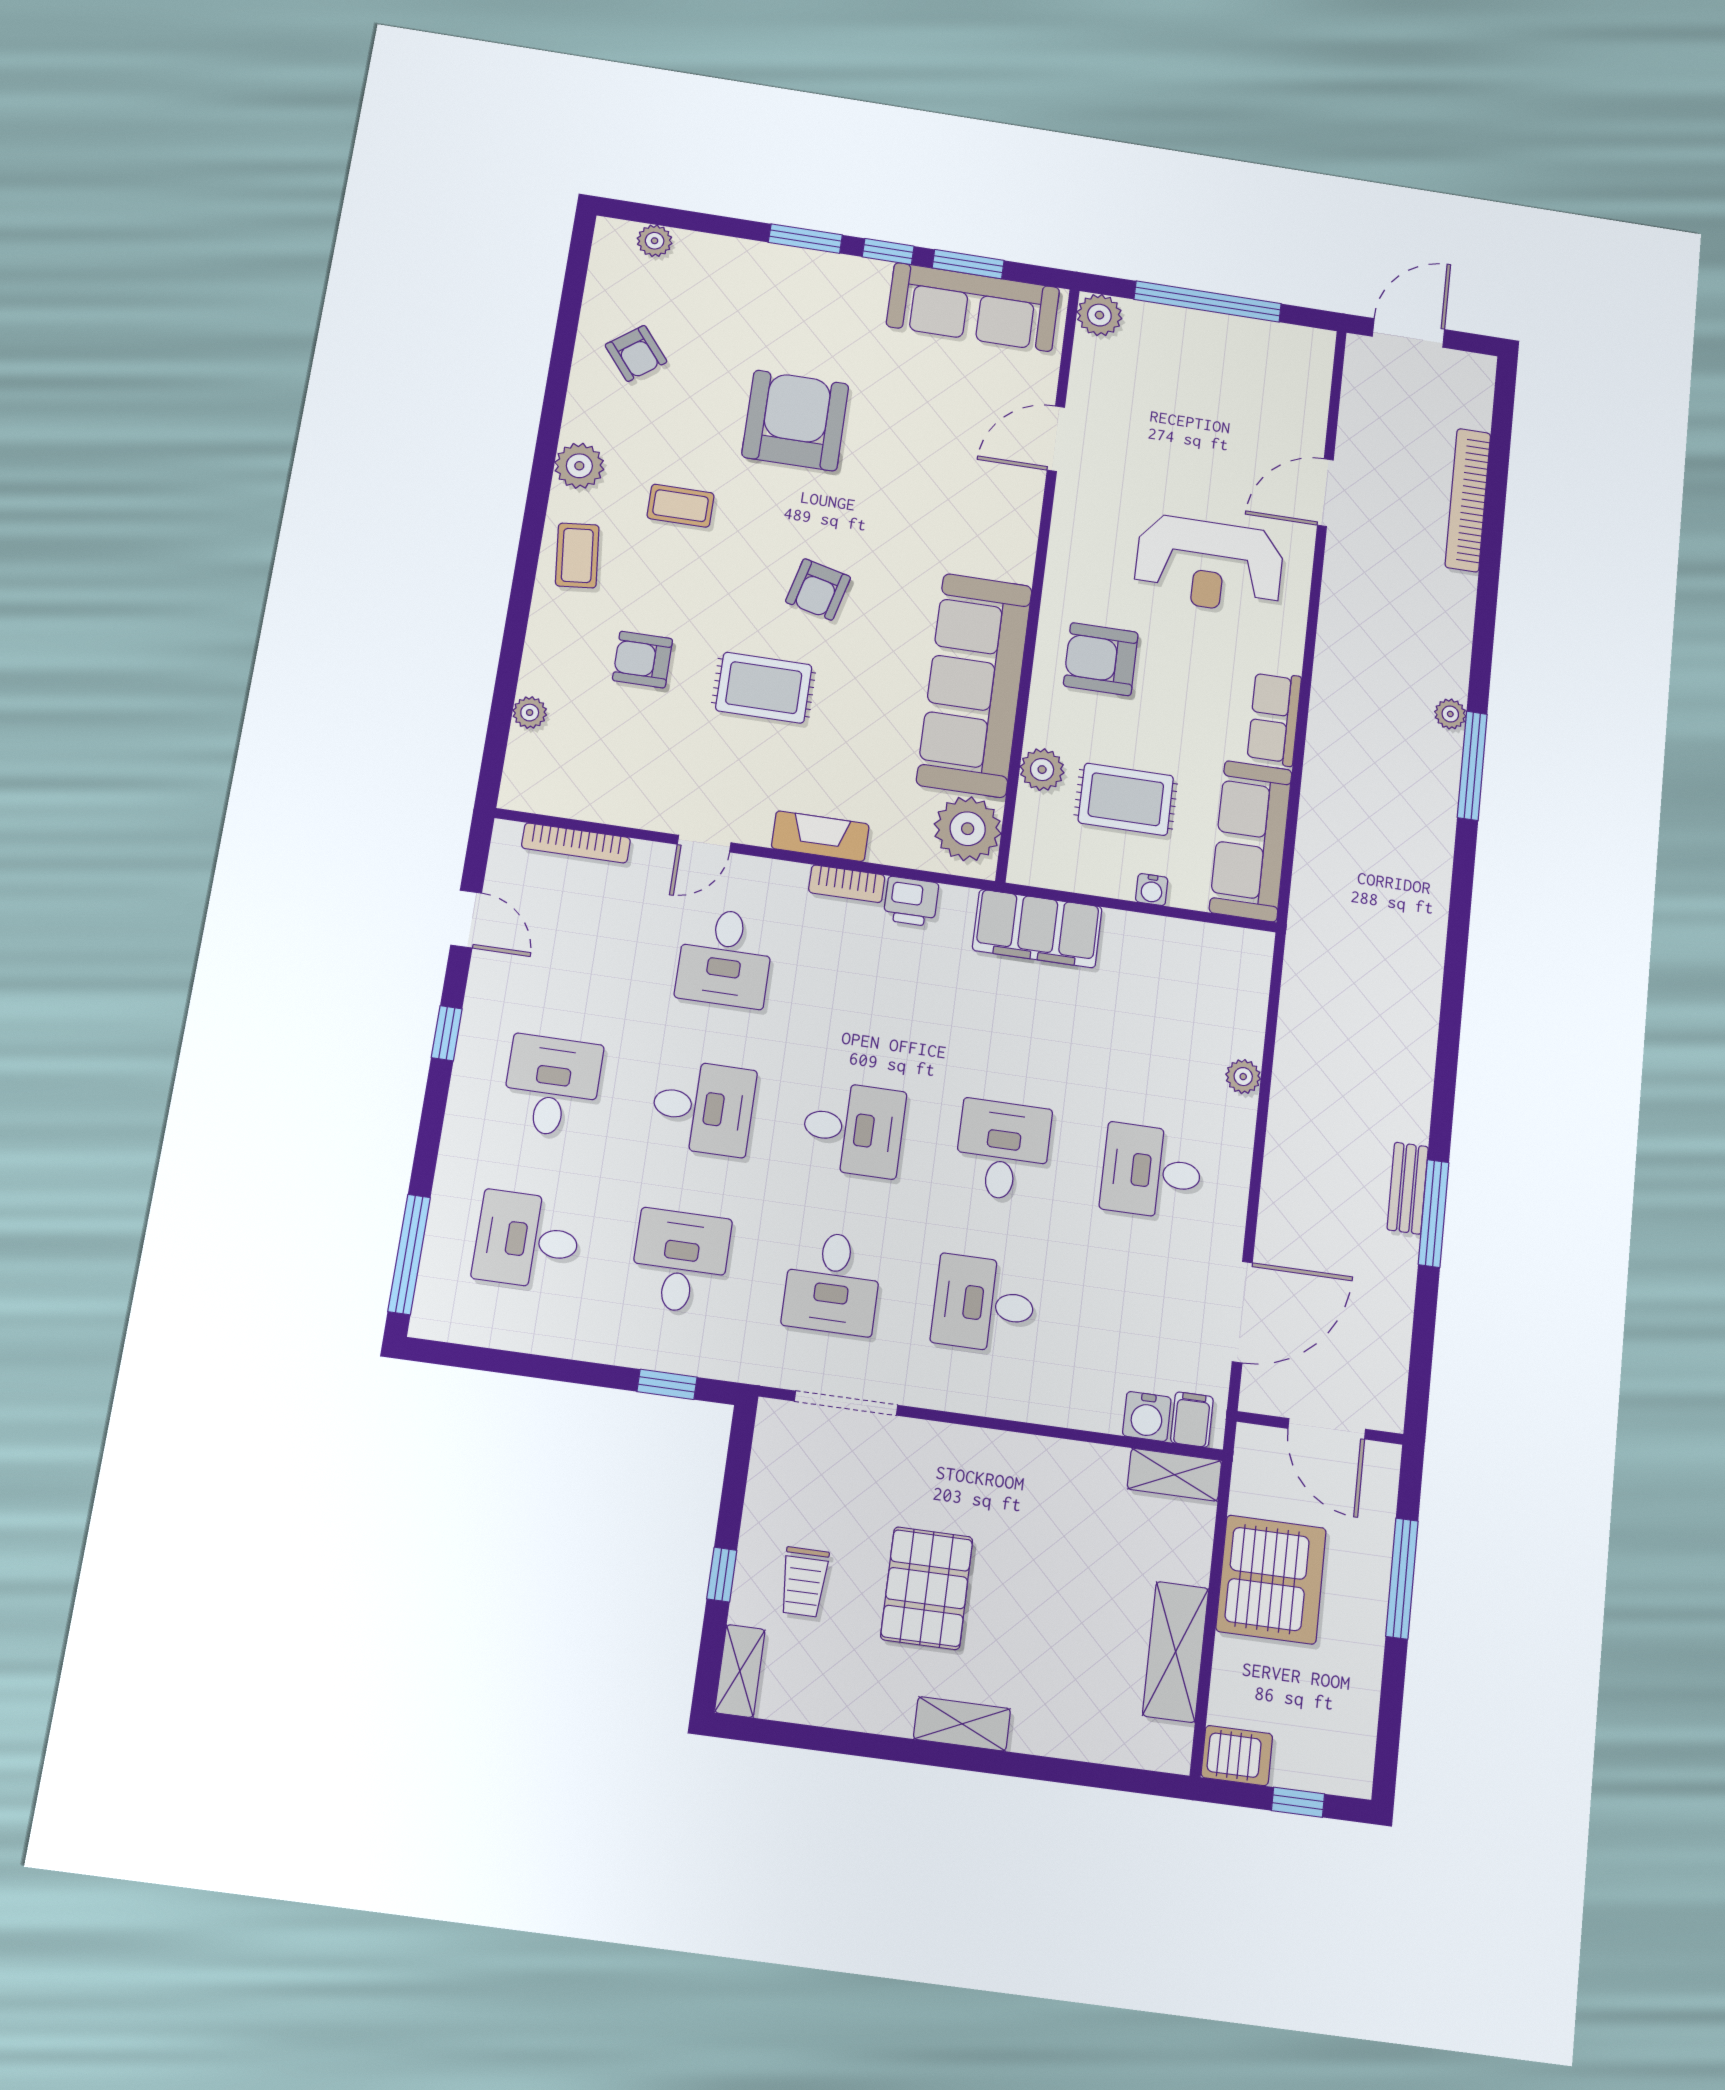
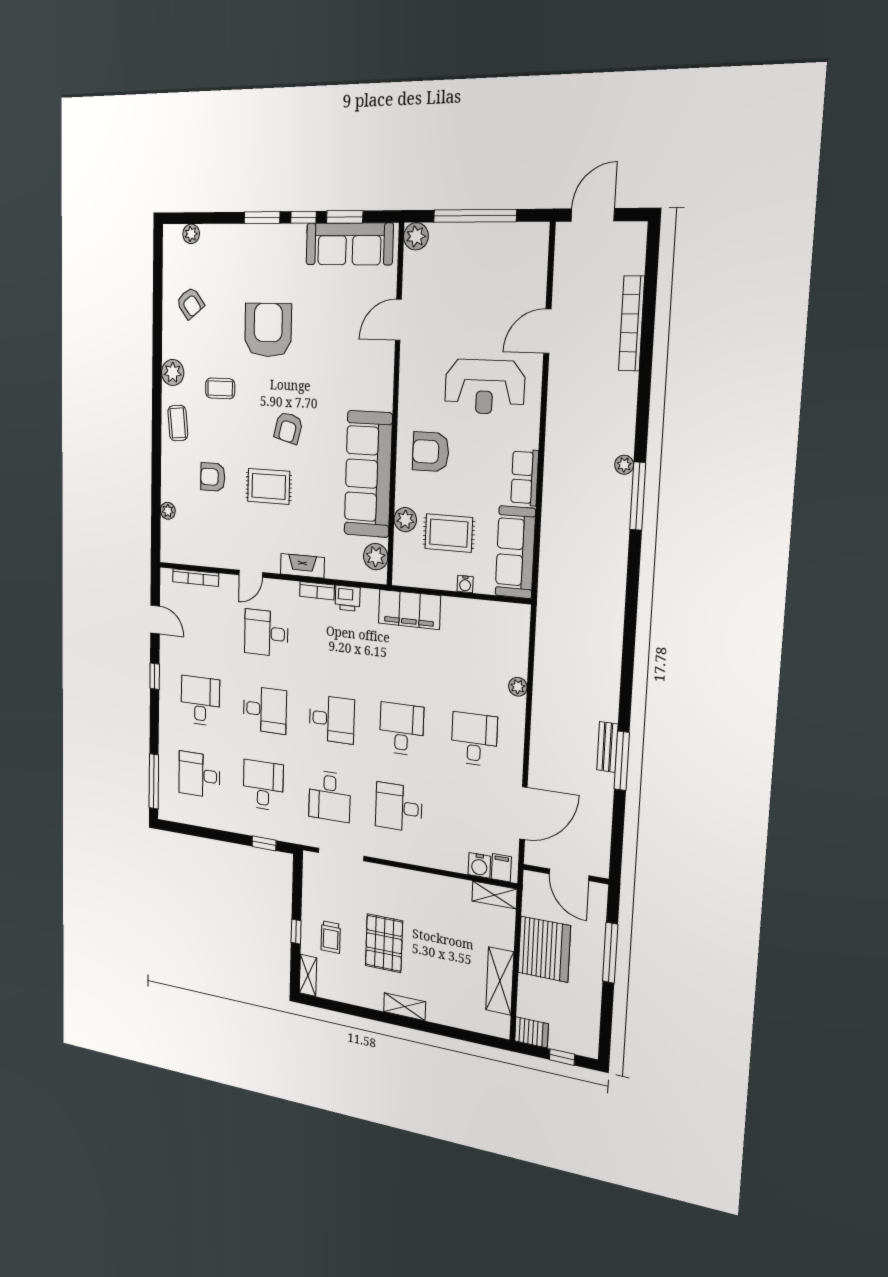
plant: (968, 829) -> (376, 557), width x0.73, depth x0.73
desk: (725, 958) -> (266, 633), turned 90
desk: (1152, 1172) -> (474, 739), turned 90

